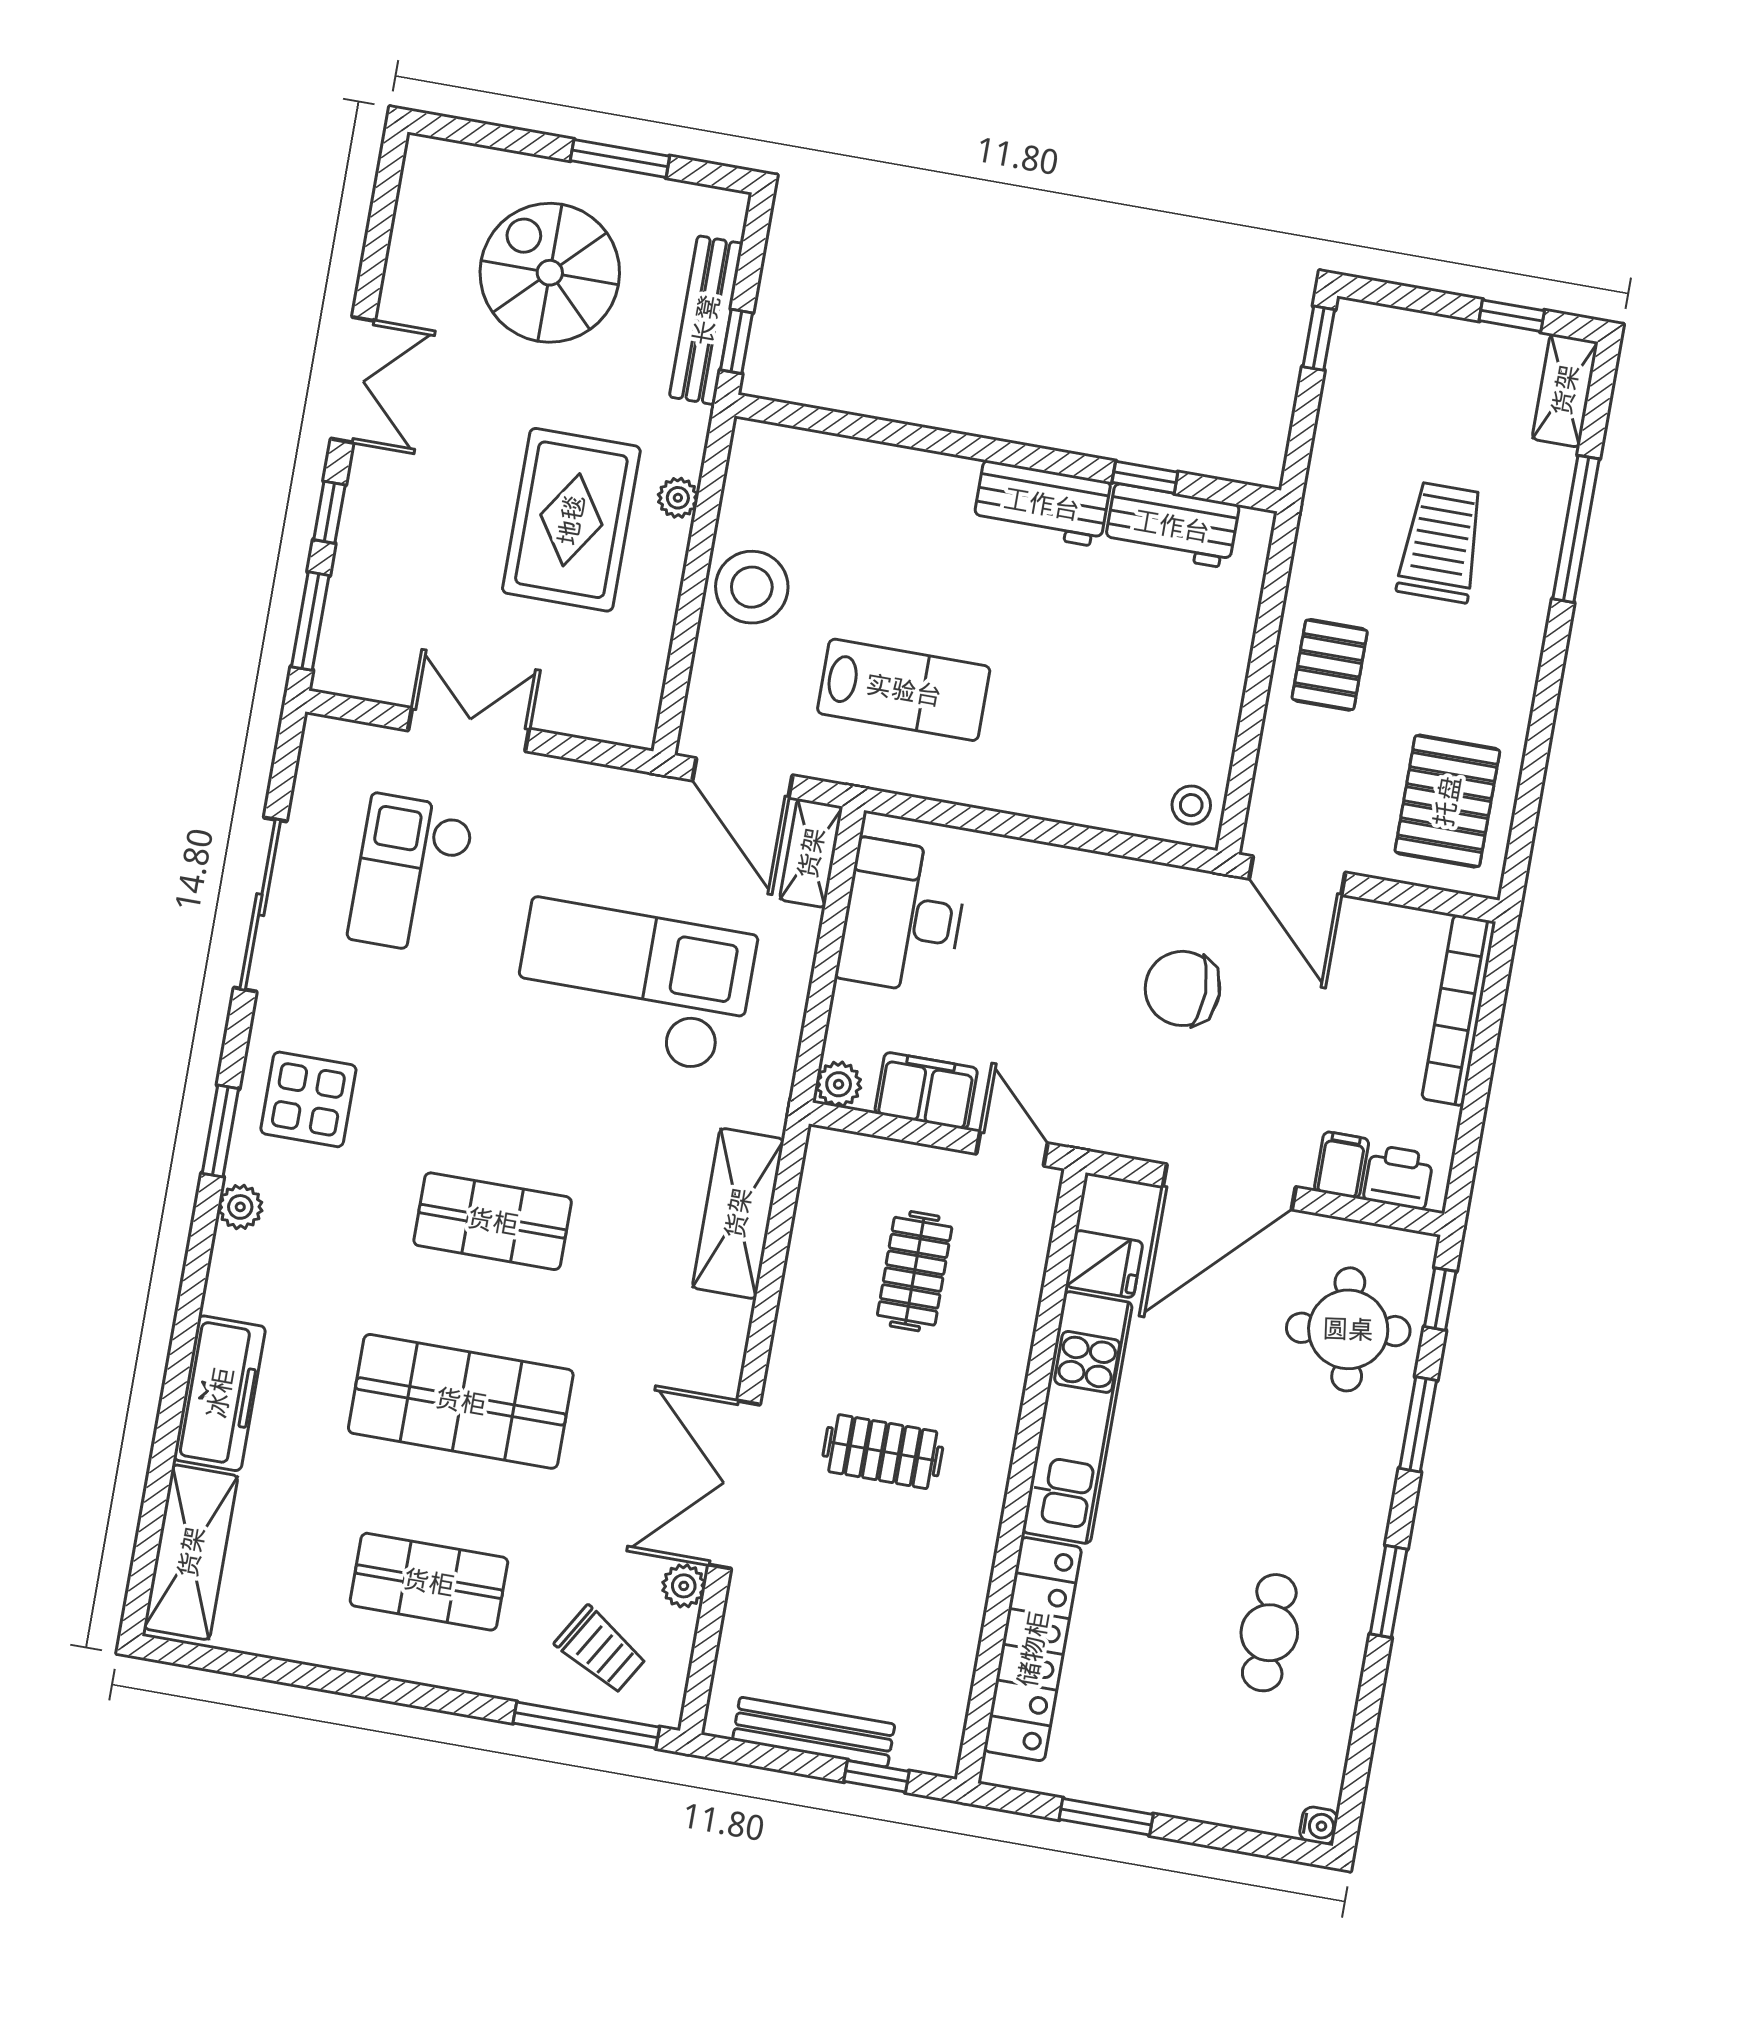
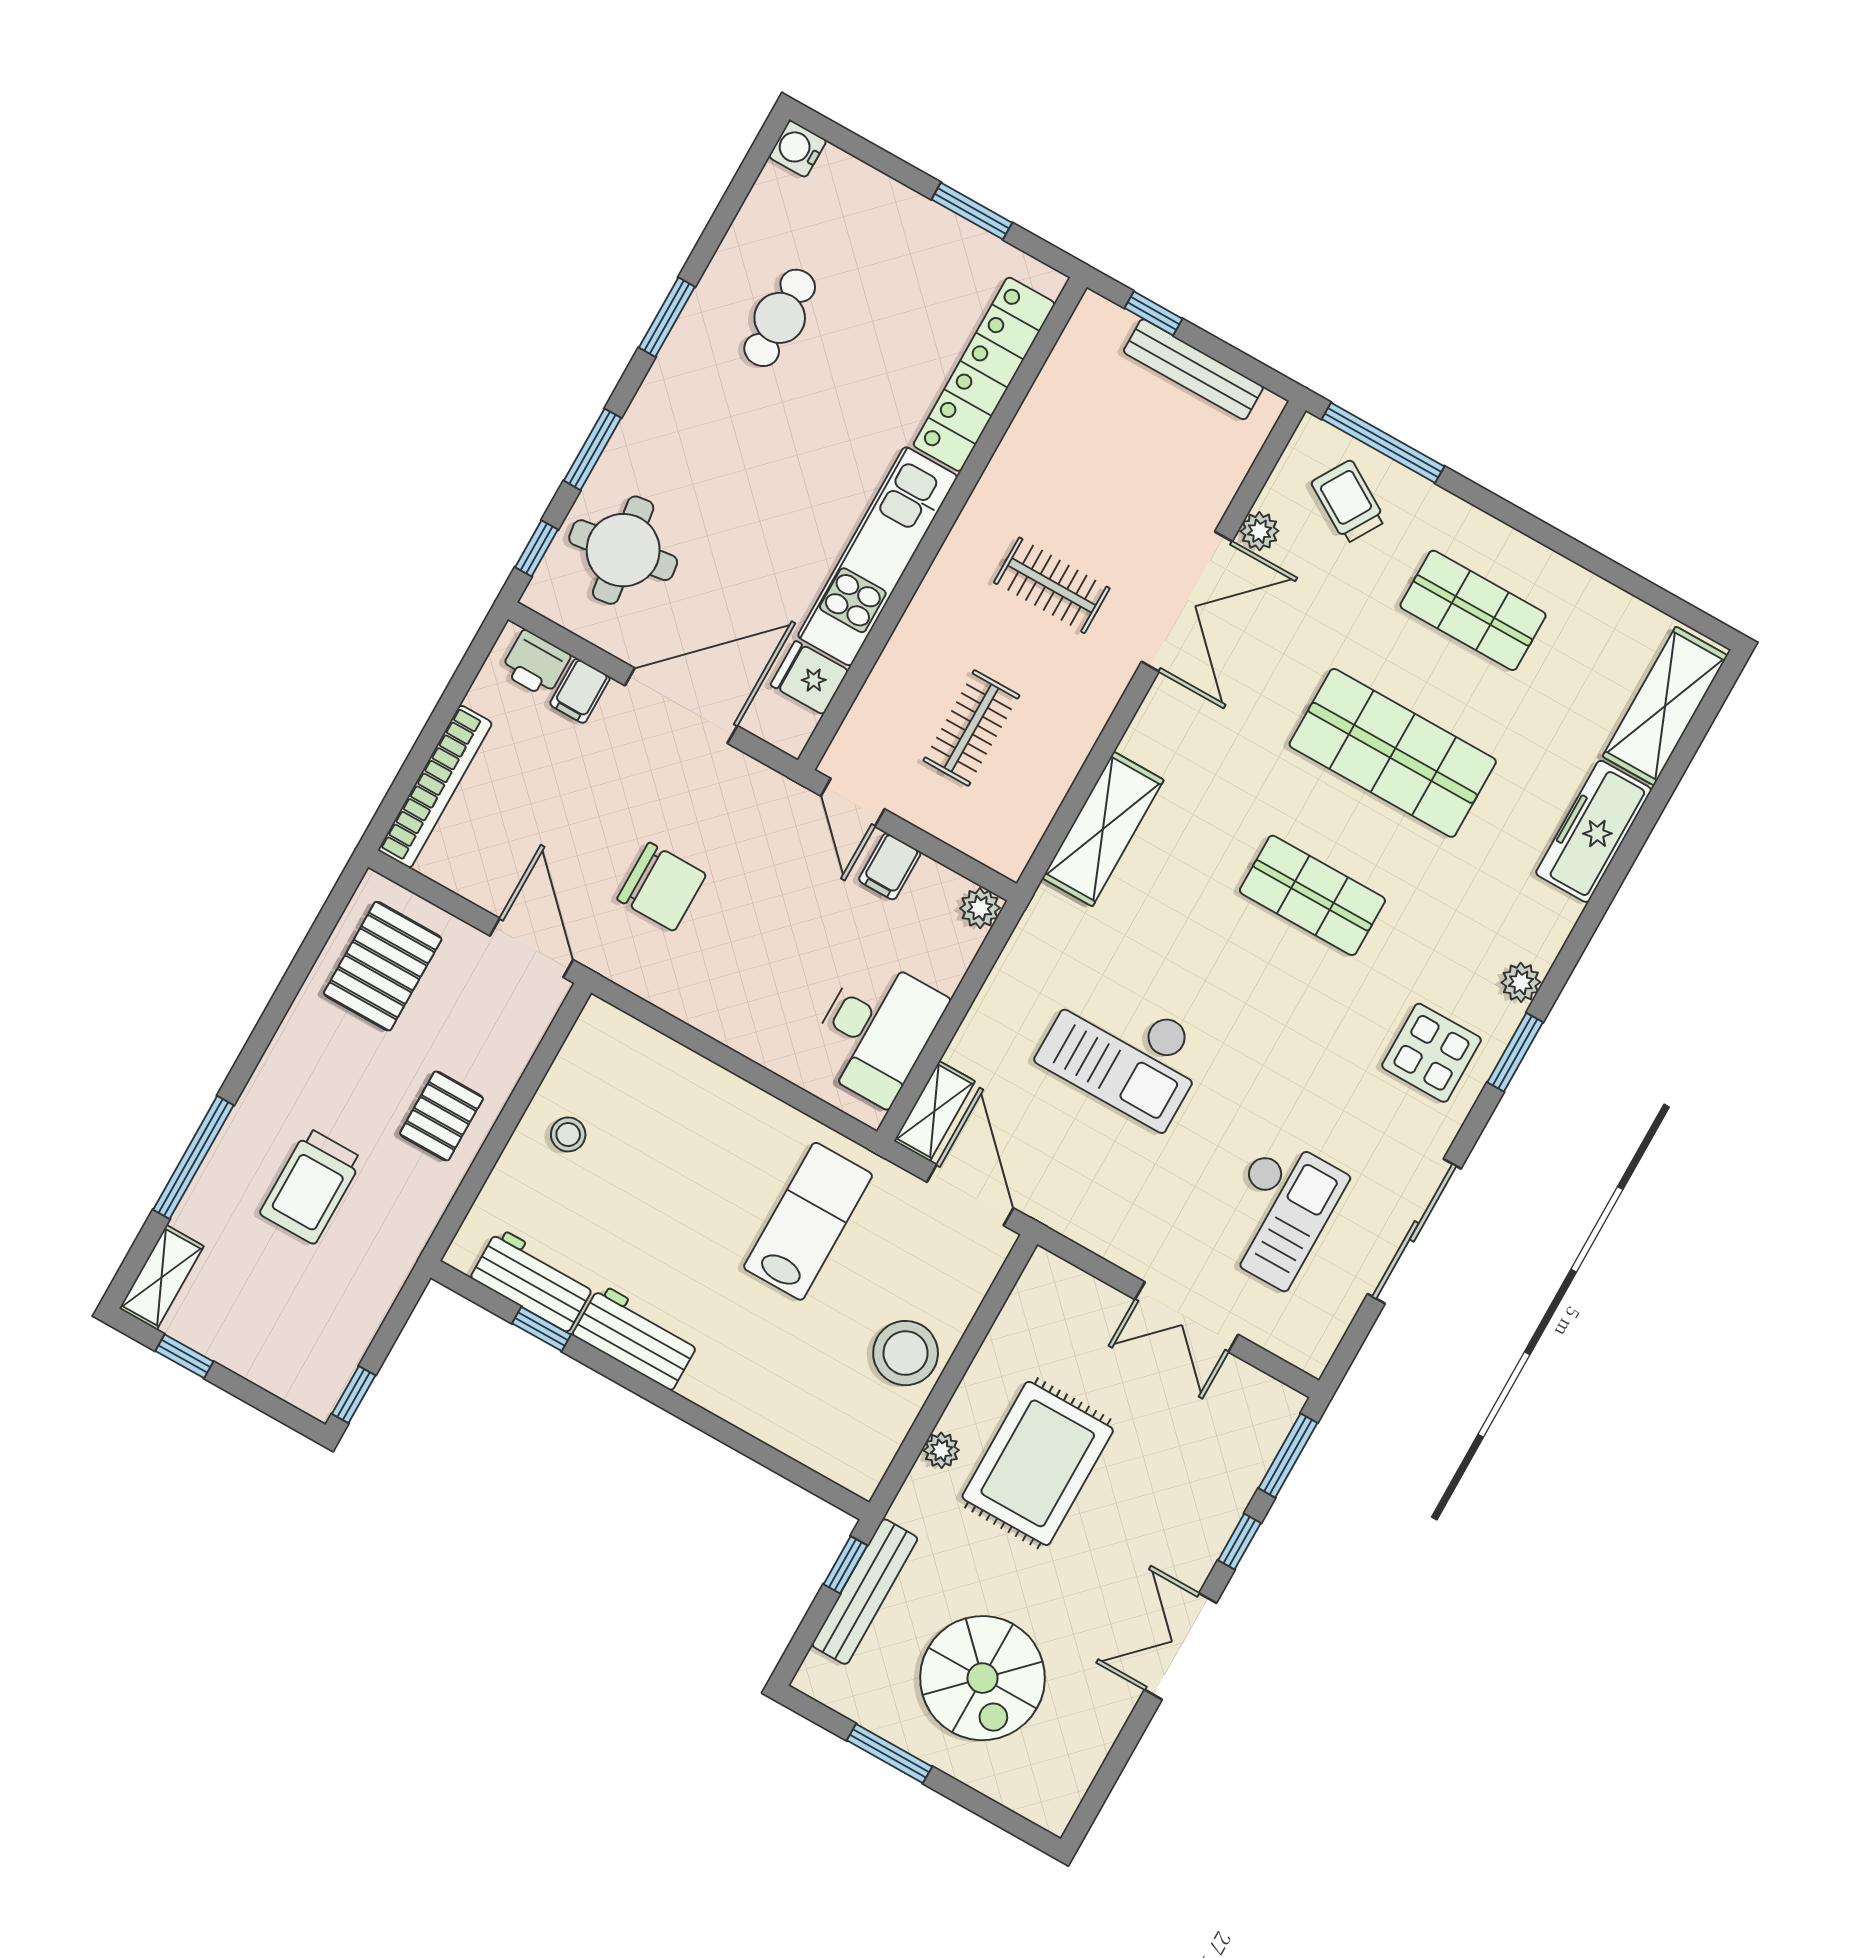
lab bench: (904, 690) -> (808, 1221), turned 90
stool: (1191, 805) -> (568, 1134), moved
checkout: (633, 986) -> (1124, 1052), width x0.73, depth x0.83
filing cabinet: (926, 1091) -> (890, 866), width x0.50
water cooler: (1319, 1826) -> (798, 149), width x1.38, depth x1.38

